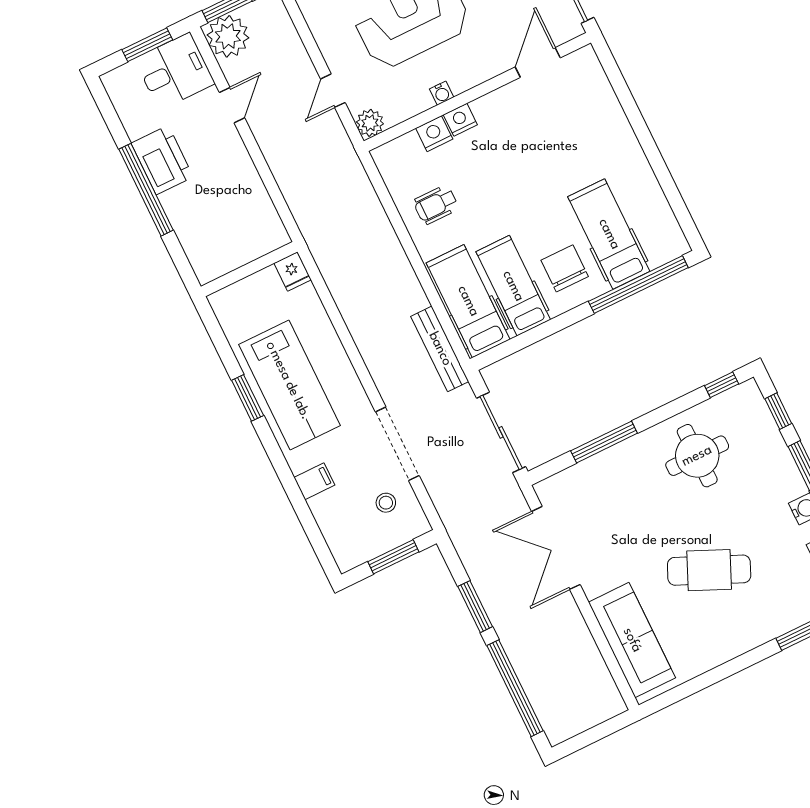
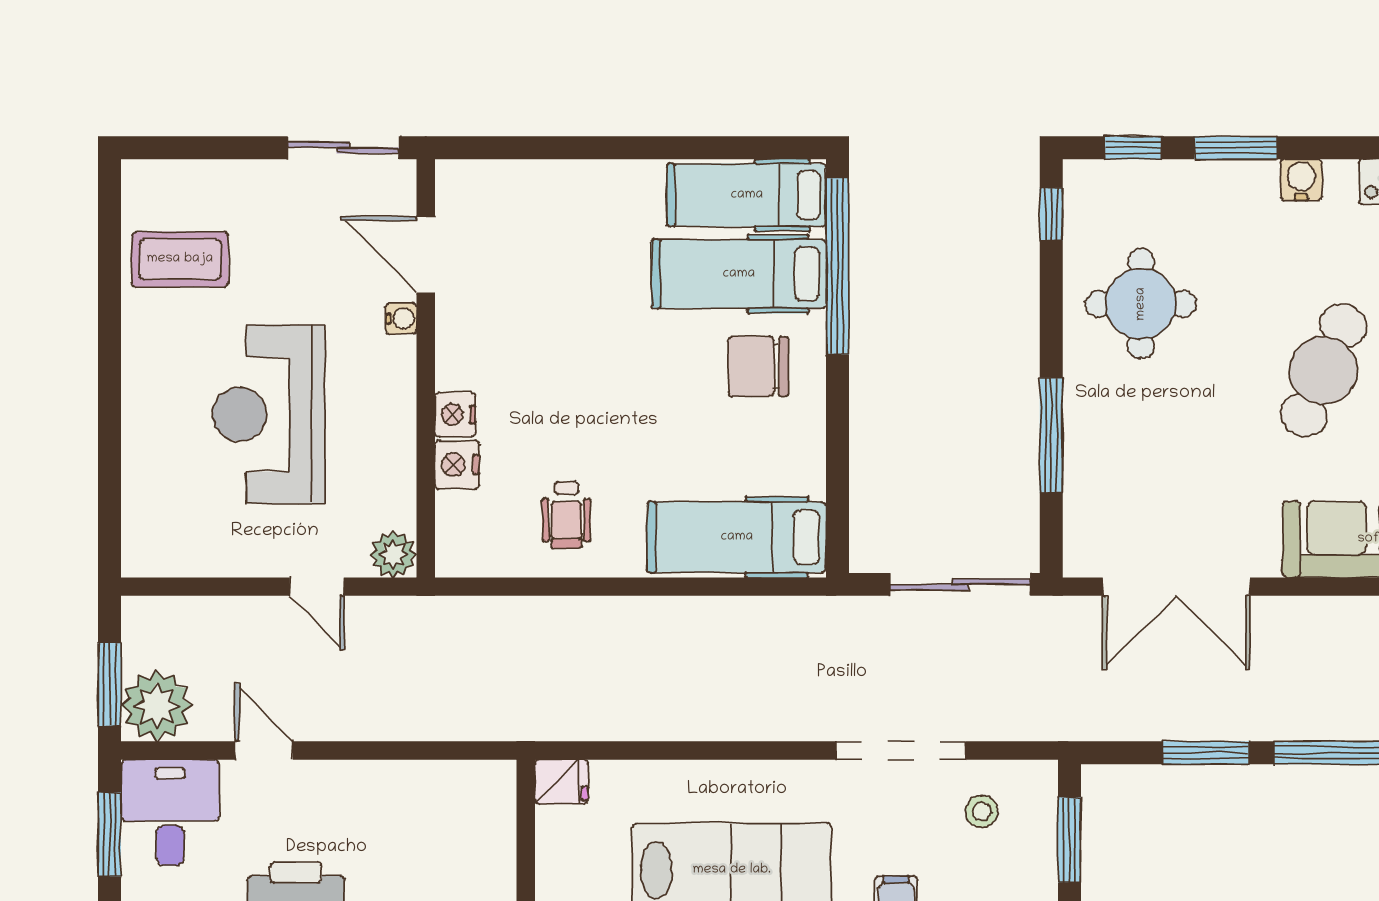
water cooler: (442, 93) -> (401, 318), moved
hospital bed: (513, 286) -> (747, 195), moved
bench: (440, 349) -> (788, 616), removed

